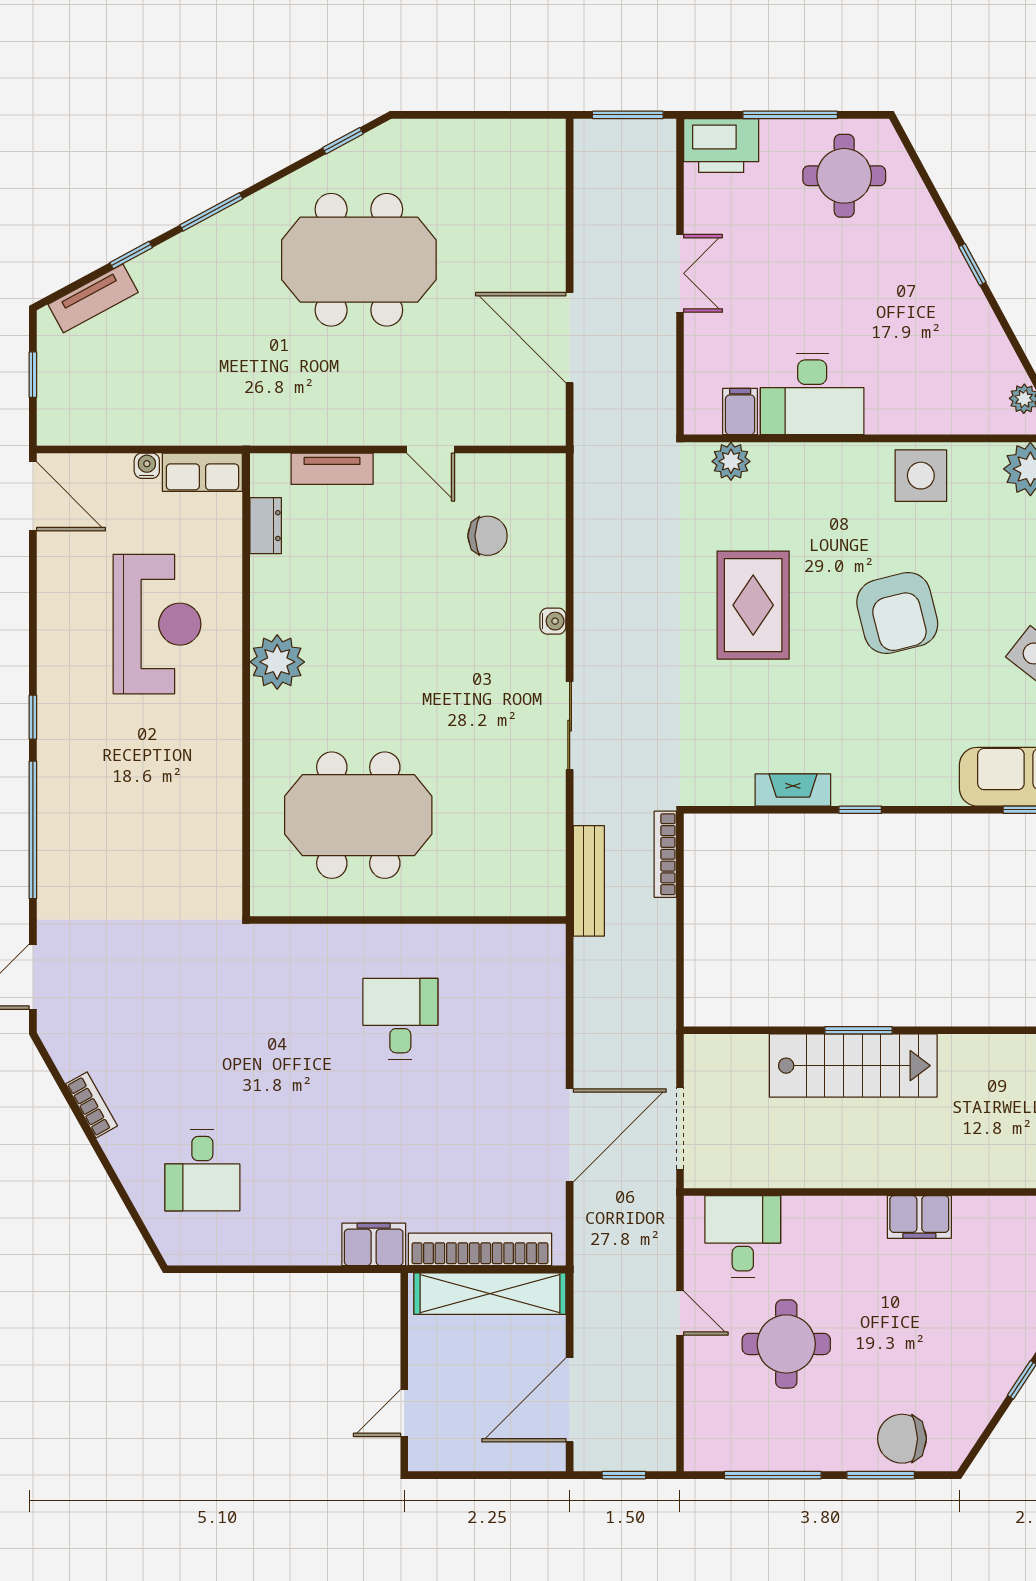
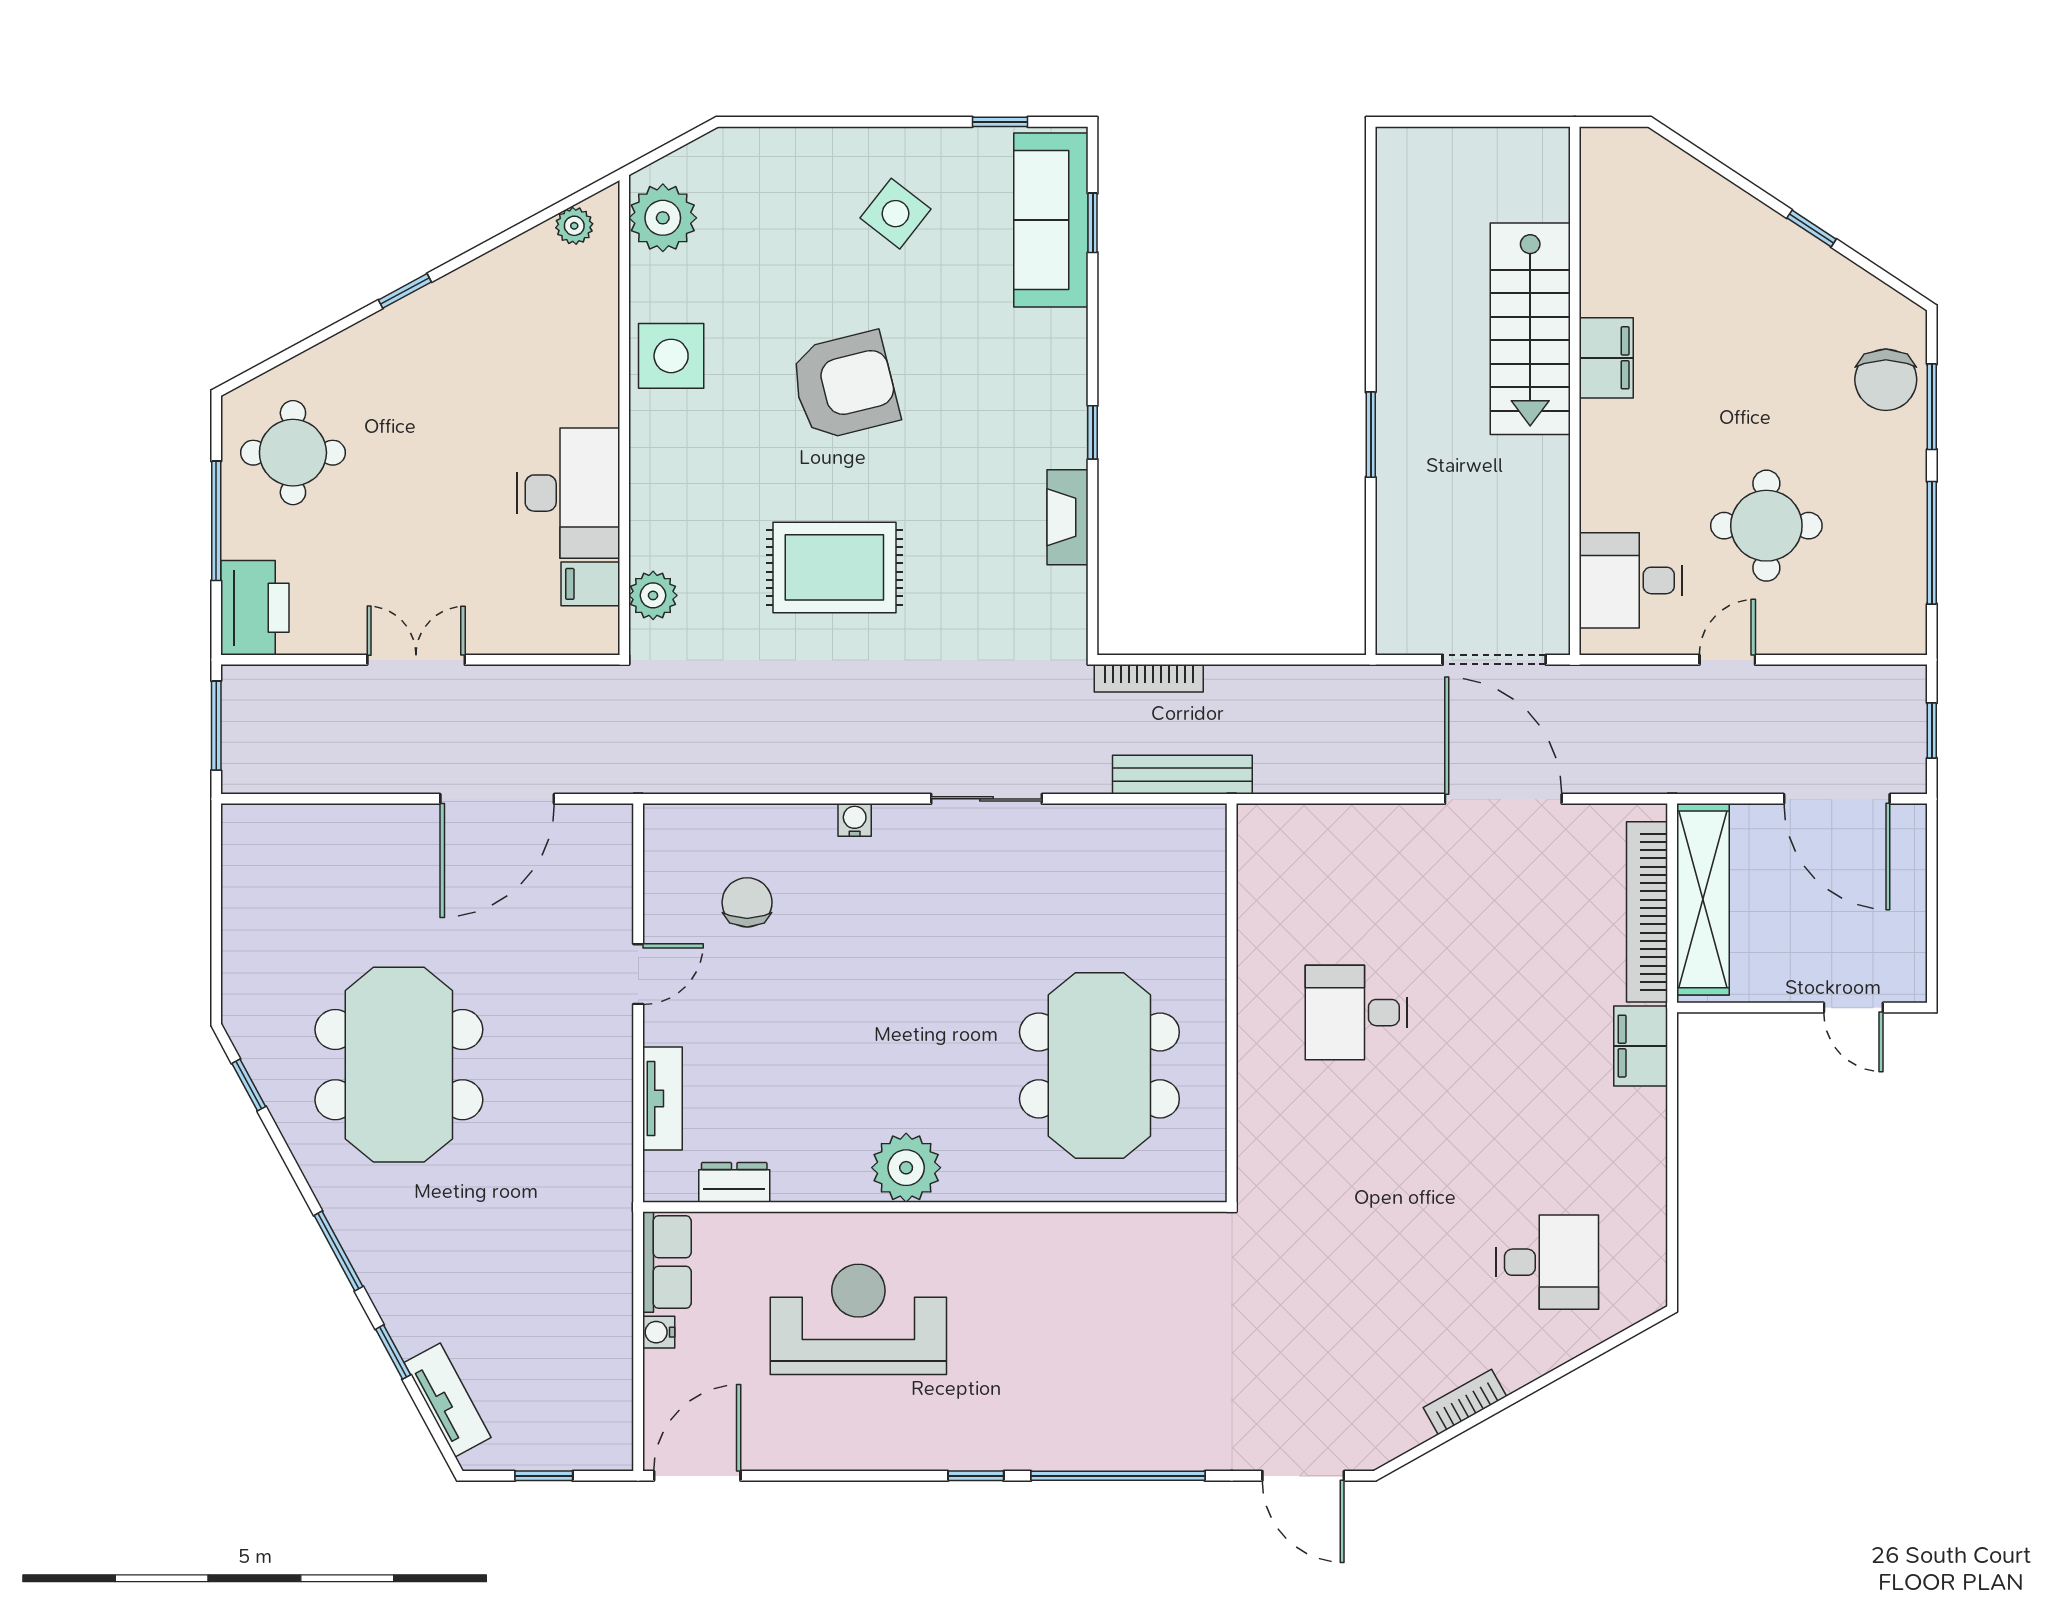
stairs: (853, 1066) -> (1530, 329), moved, turned 180

